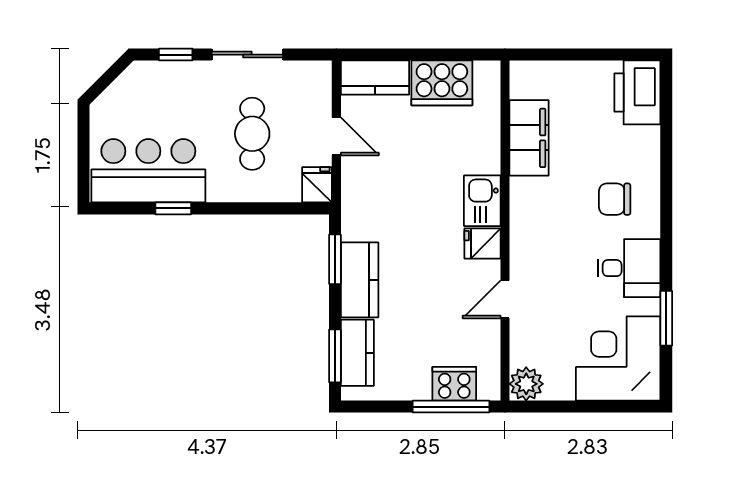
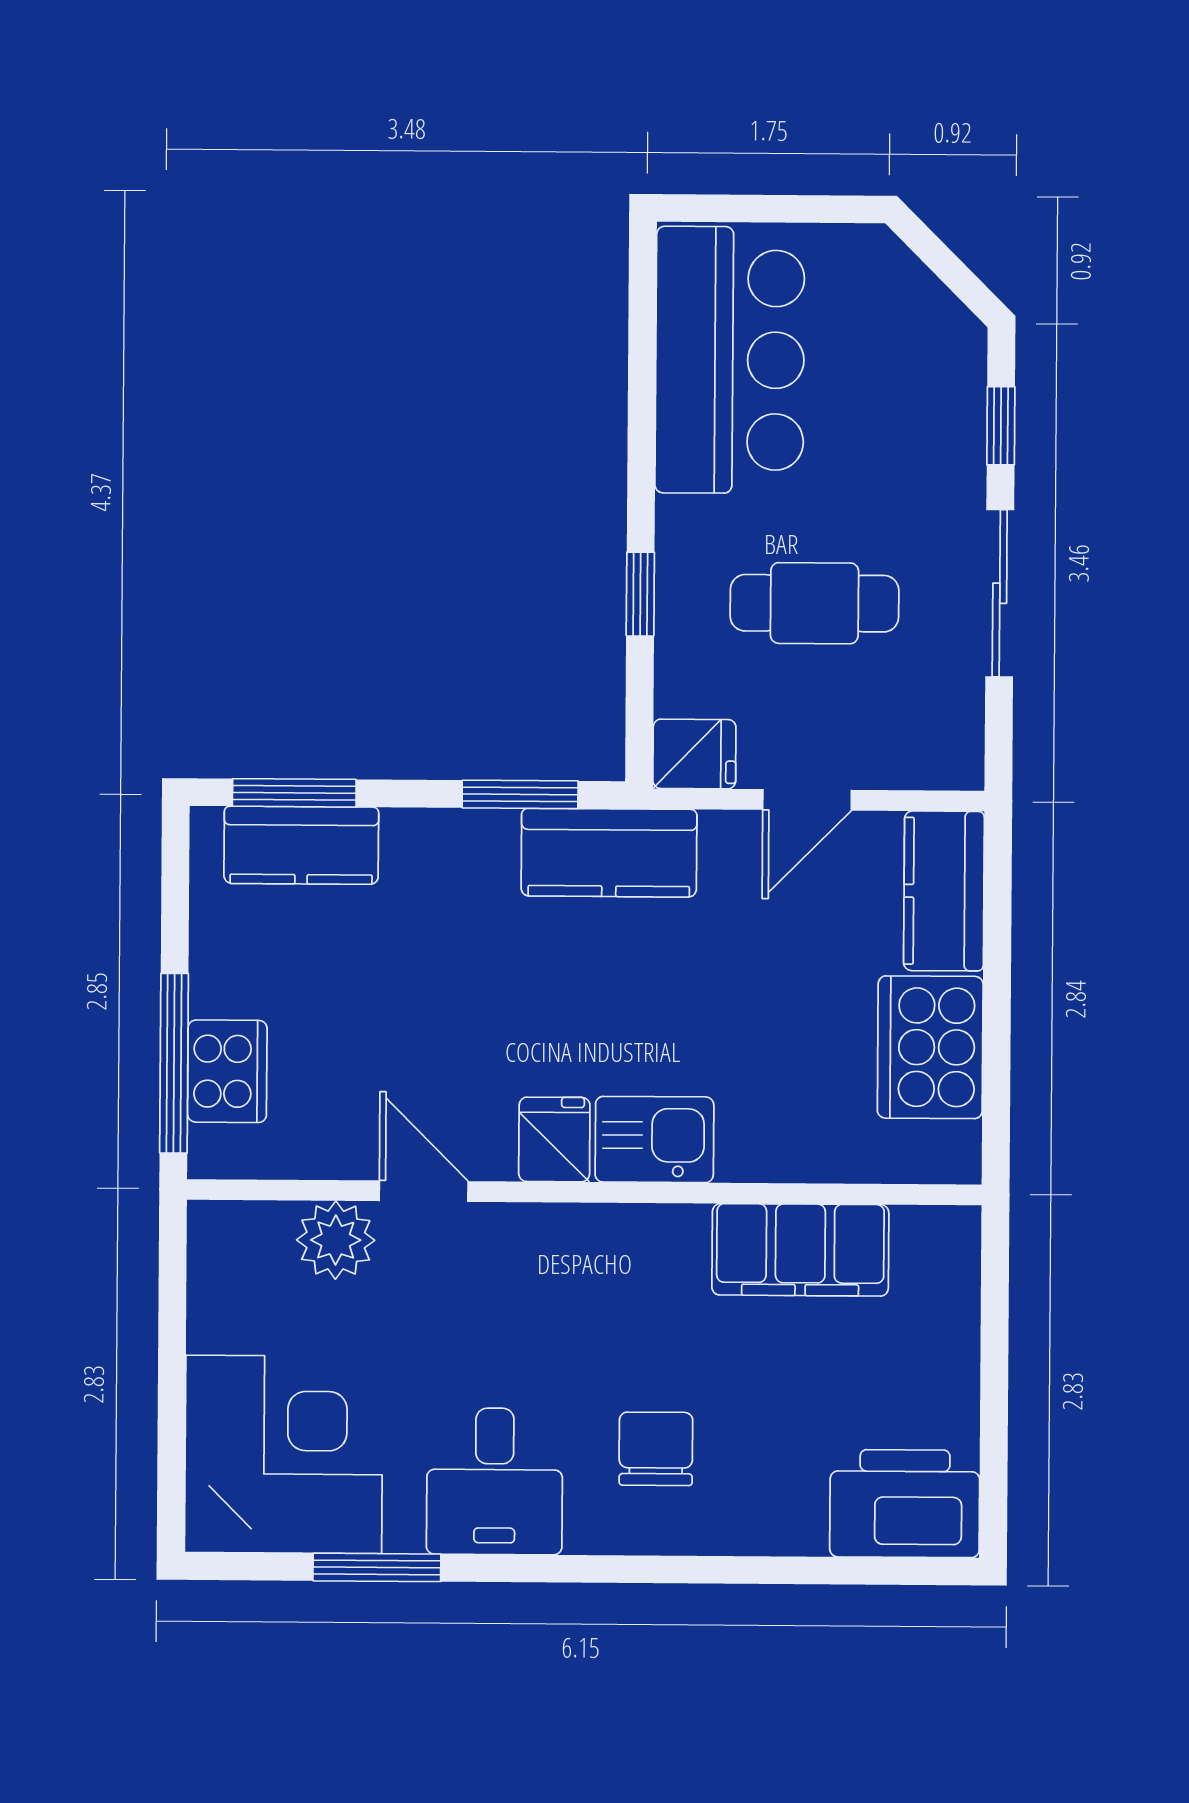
window: (173, 208) -> (640, 594), moved
kitchen counter: (360, 280) -> (609, 853), moved
plant: (526, 384) -> (336, 1240), moved

